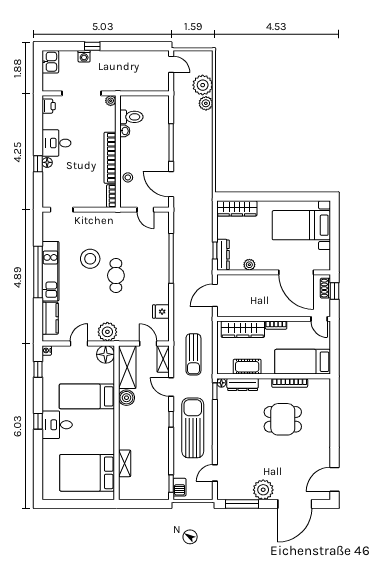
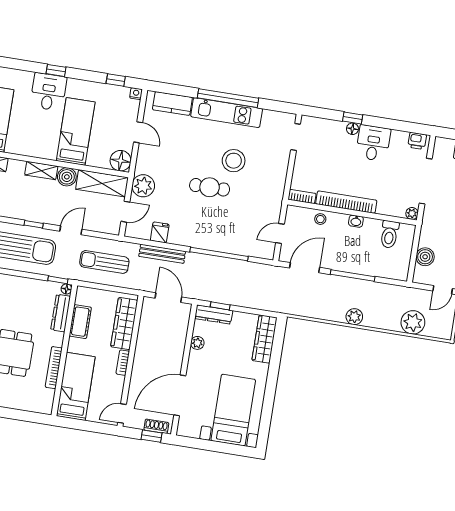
boiler: (146, 84) -> (425, 257), added
plant: (206, 103) -> (354, 317), moved
washbasin: (125, 131) -> (356, 221), moved
bench: (179, 307) -> (162, 254), added
plant: (107, 332) -> (143, 186), moved
shelving: (163, 359) -> (41, 171), moved

